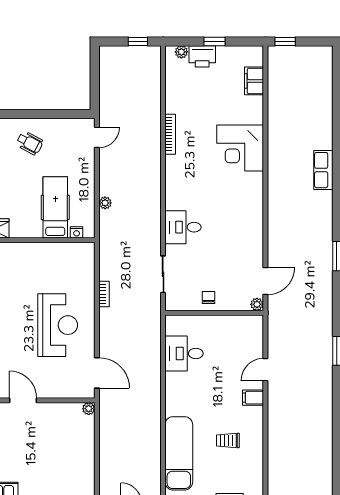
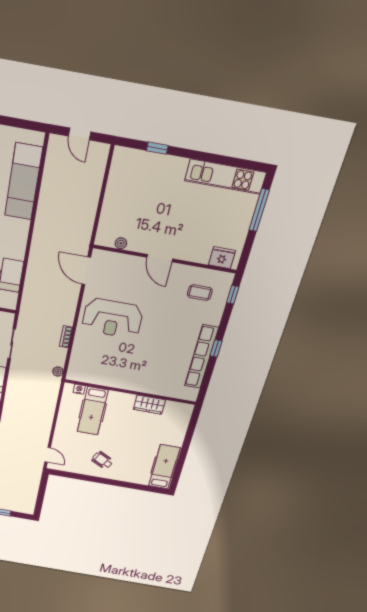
door: (97, 137) -> (48, 455), swing flipped
plant: (105, 203) -> (58, 371), moved
reception desk: (58, 325) -> (112, 318), turned -90
plant: (89, 409) -> (121, 243), moved

